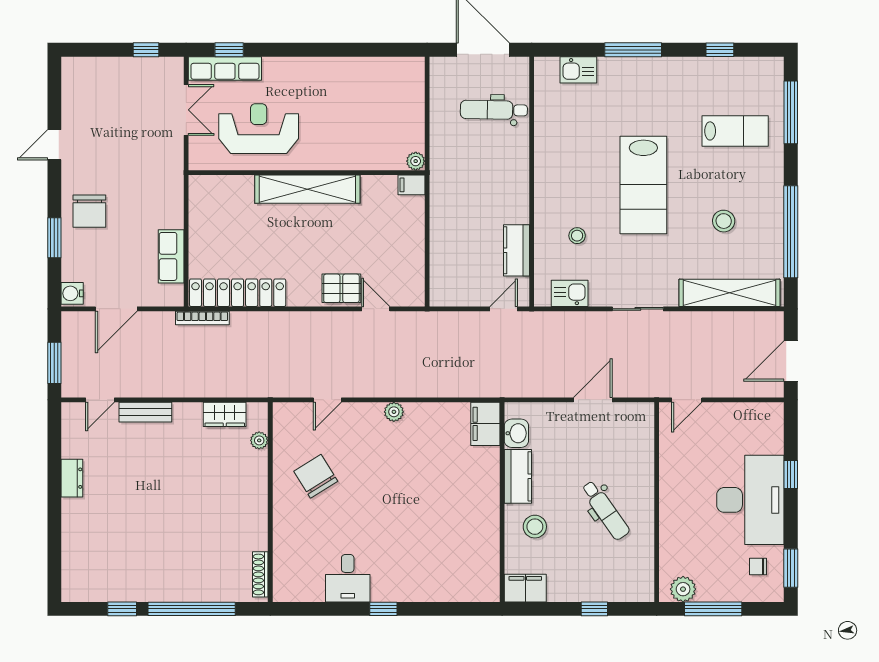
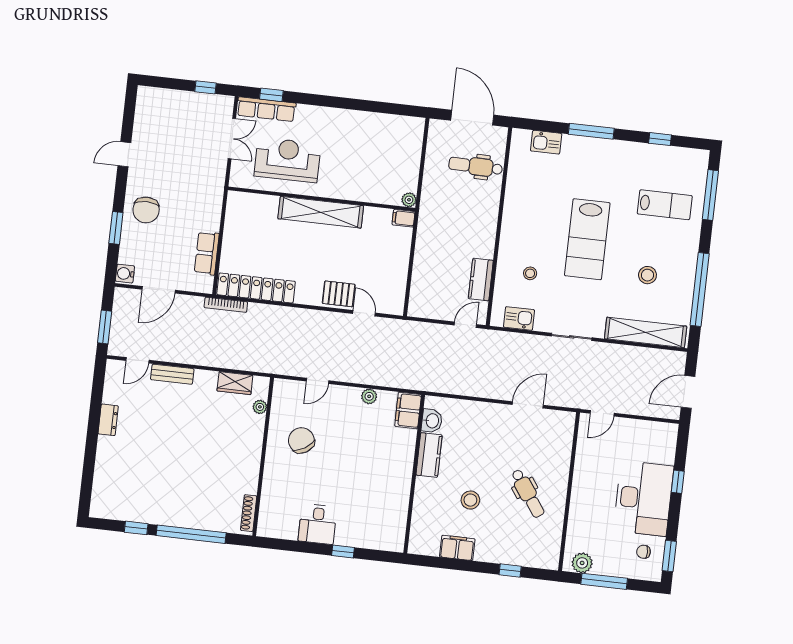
filing cabinet: (485, 424) -> (408, 410), moved
washbasin: (516, 433) -> (432, 421), moved
kitchen counter: (518, 476) -> (429, 455), moved
wall: (502, 502) -> (414, 474), moved

